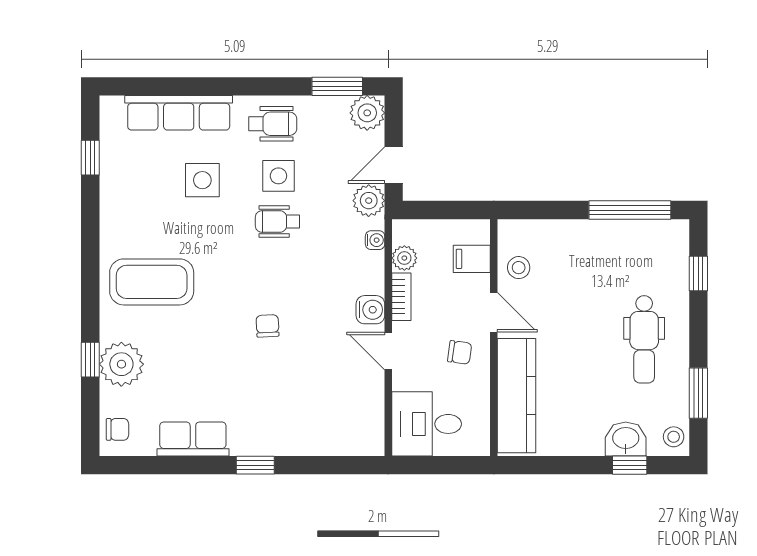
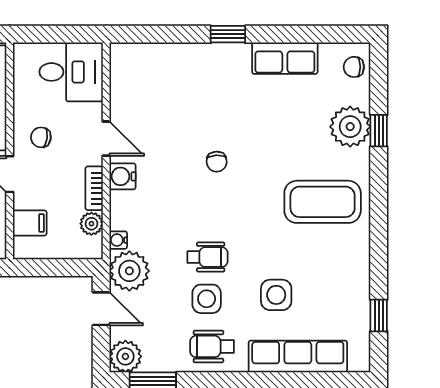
door: (394, 165) -> (101, 309), hinge flipped
plant: (369, 201) -> (129, 271), width x1.36, depth x1.36

